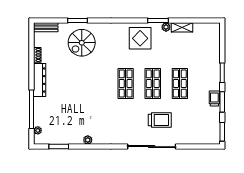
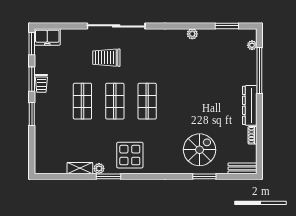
freezer: (209, 137) -> (47, 37), added

